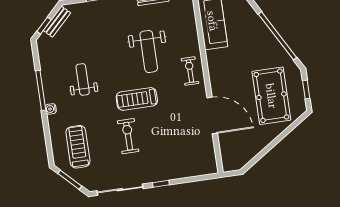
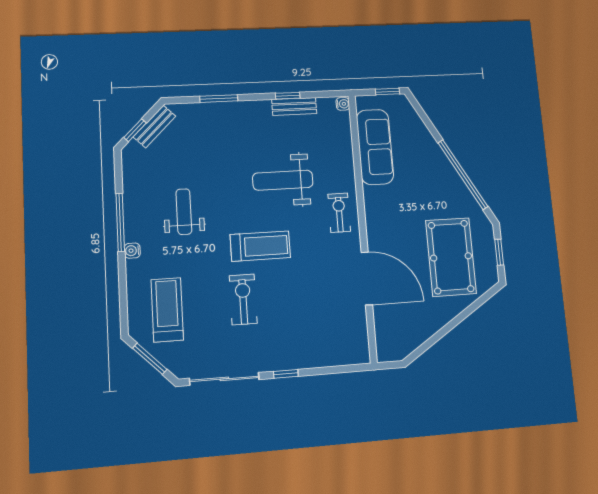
weight bench: (149, 51) -> (283, 180), turned 90
treadmill: (137, 99) -> (260, 246), turned 180

